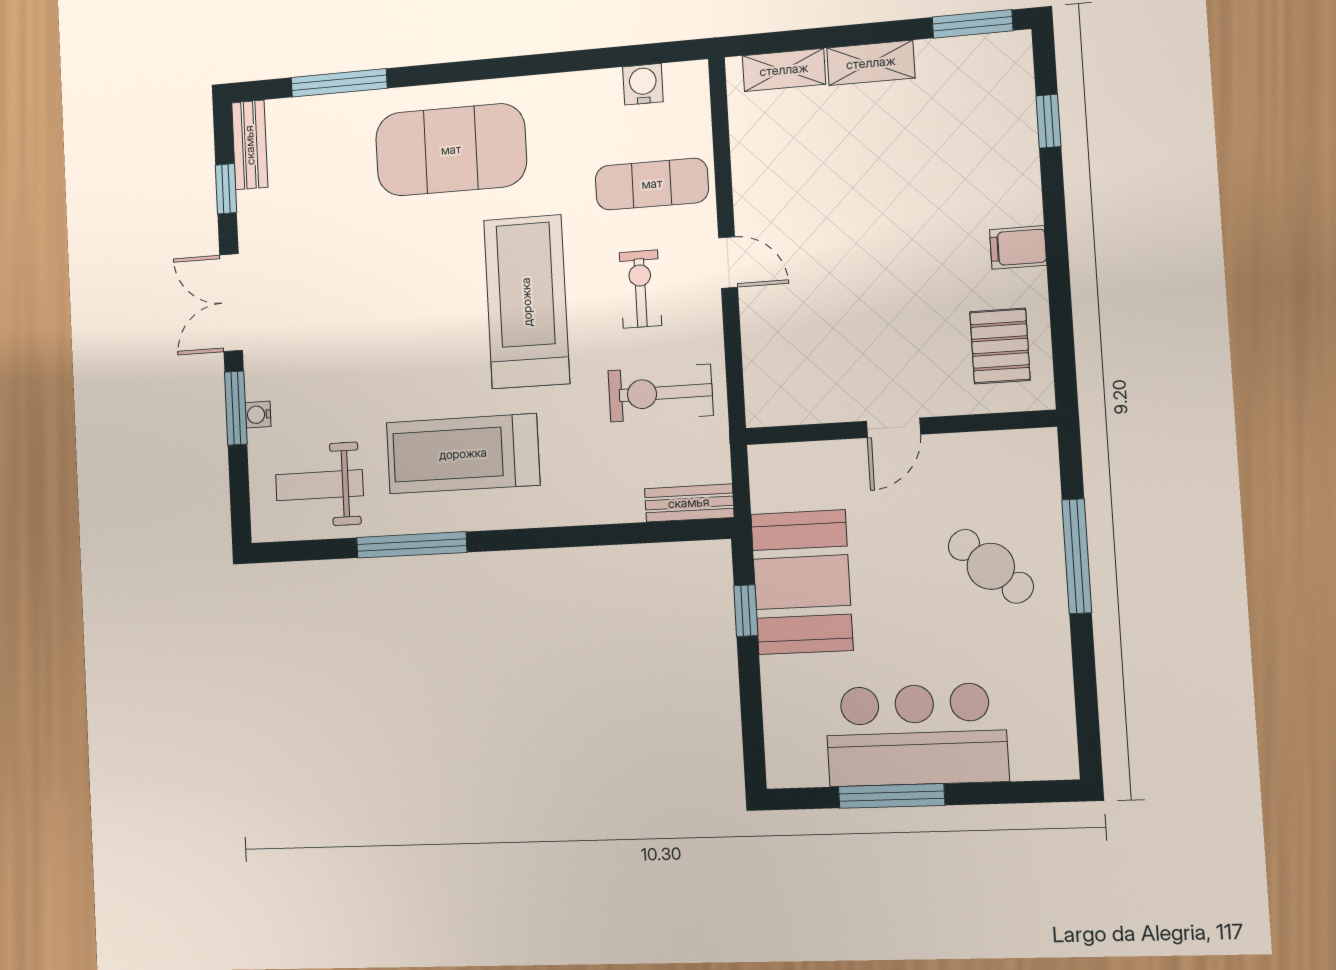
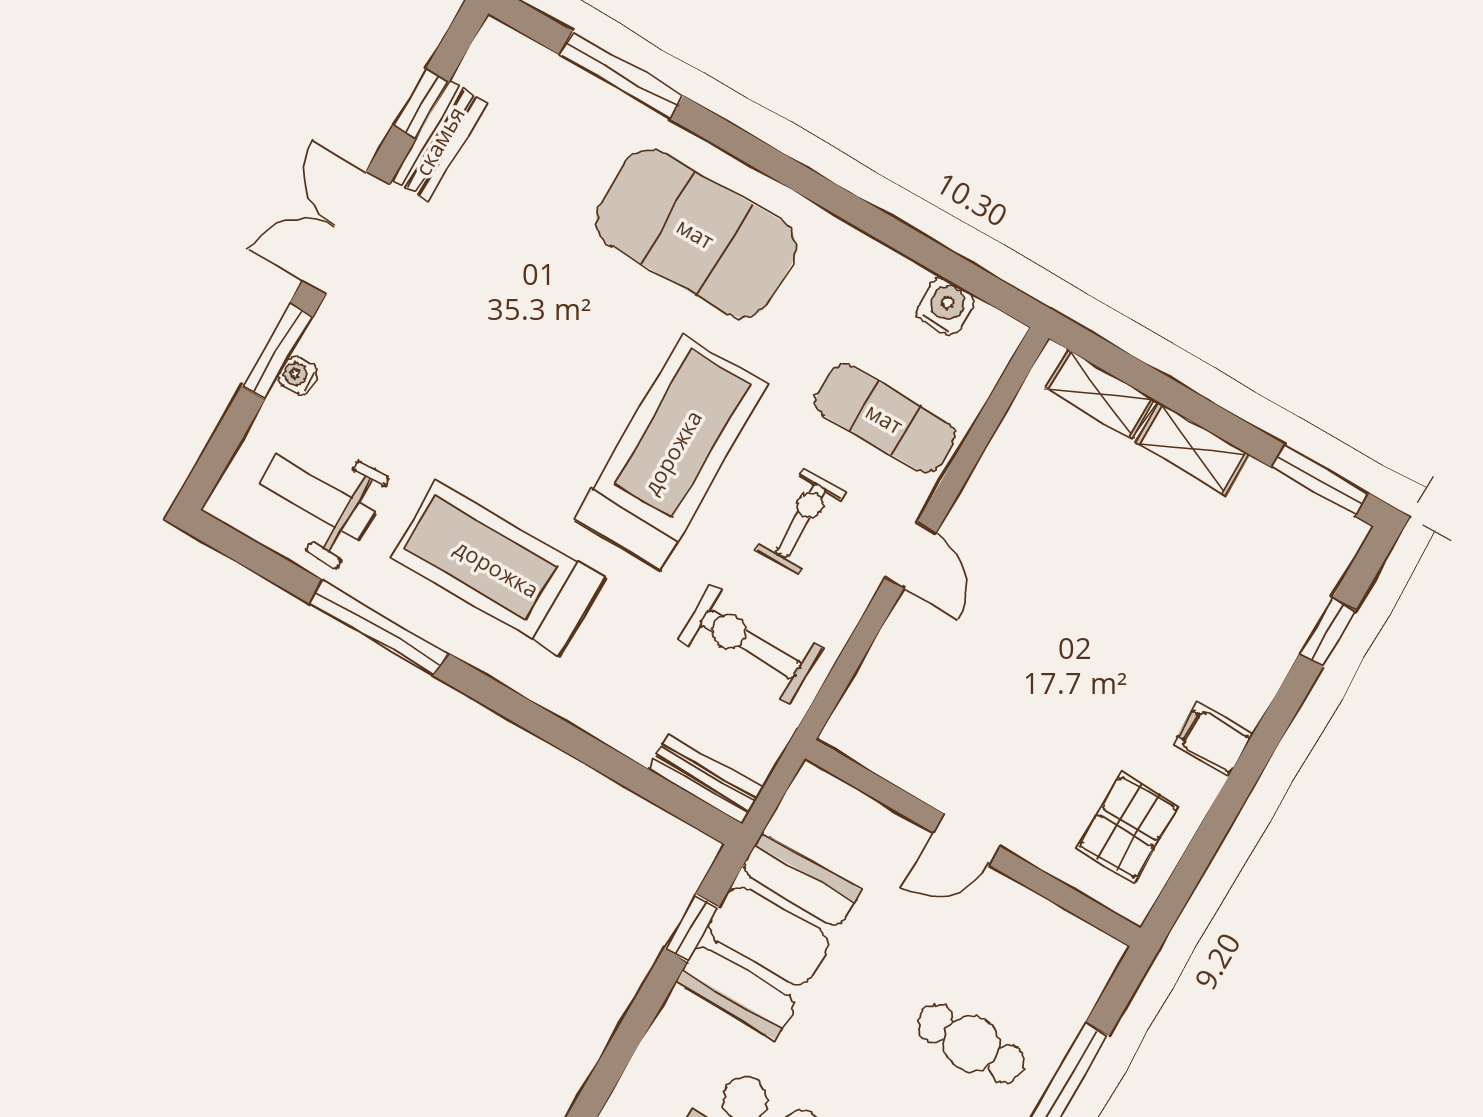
bench: (250, 145) -> (439, 141), moved
cafe table: (991, 566) -> (971, 1044), turned -42

